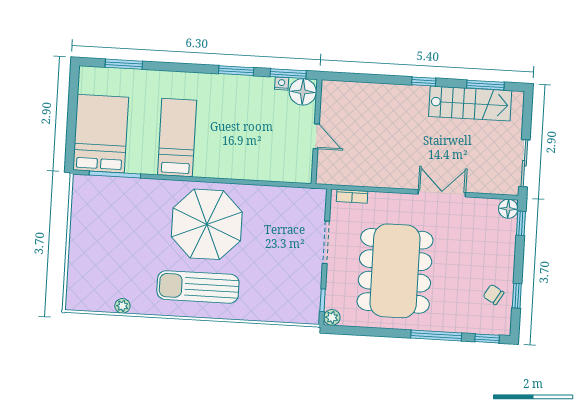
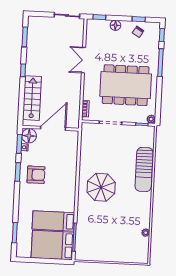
armchair: (231, 104) -> (36, 175), added
stairs: (470, 104) -> (32, 98), moved
door: (316, 136) -> (53, 128), width x1.87
bed: (177, 138) -> (53, 221), moved
floor lamp: (508, 209) -> (115, 25), moved
parasol: (207, 224) -> (101, 187), width x0.73, depth x0.73
sun lounger: (198, 287) -> (144, 169), moved

